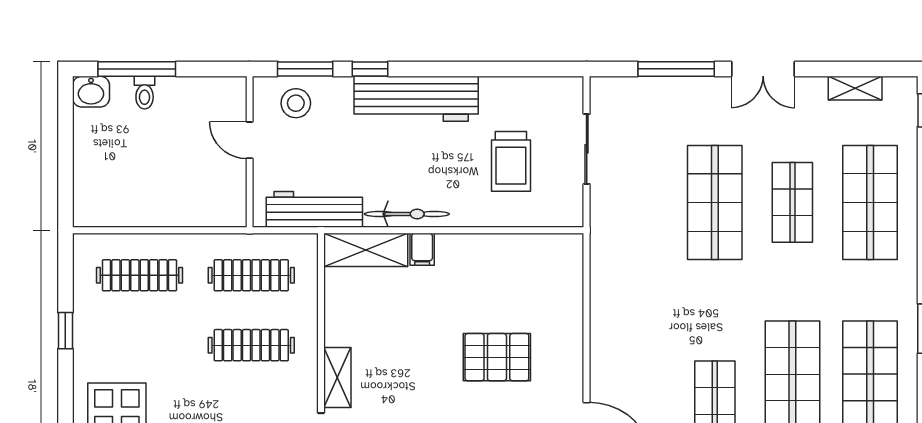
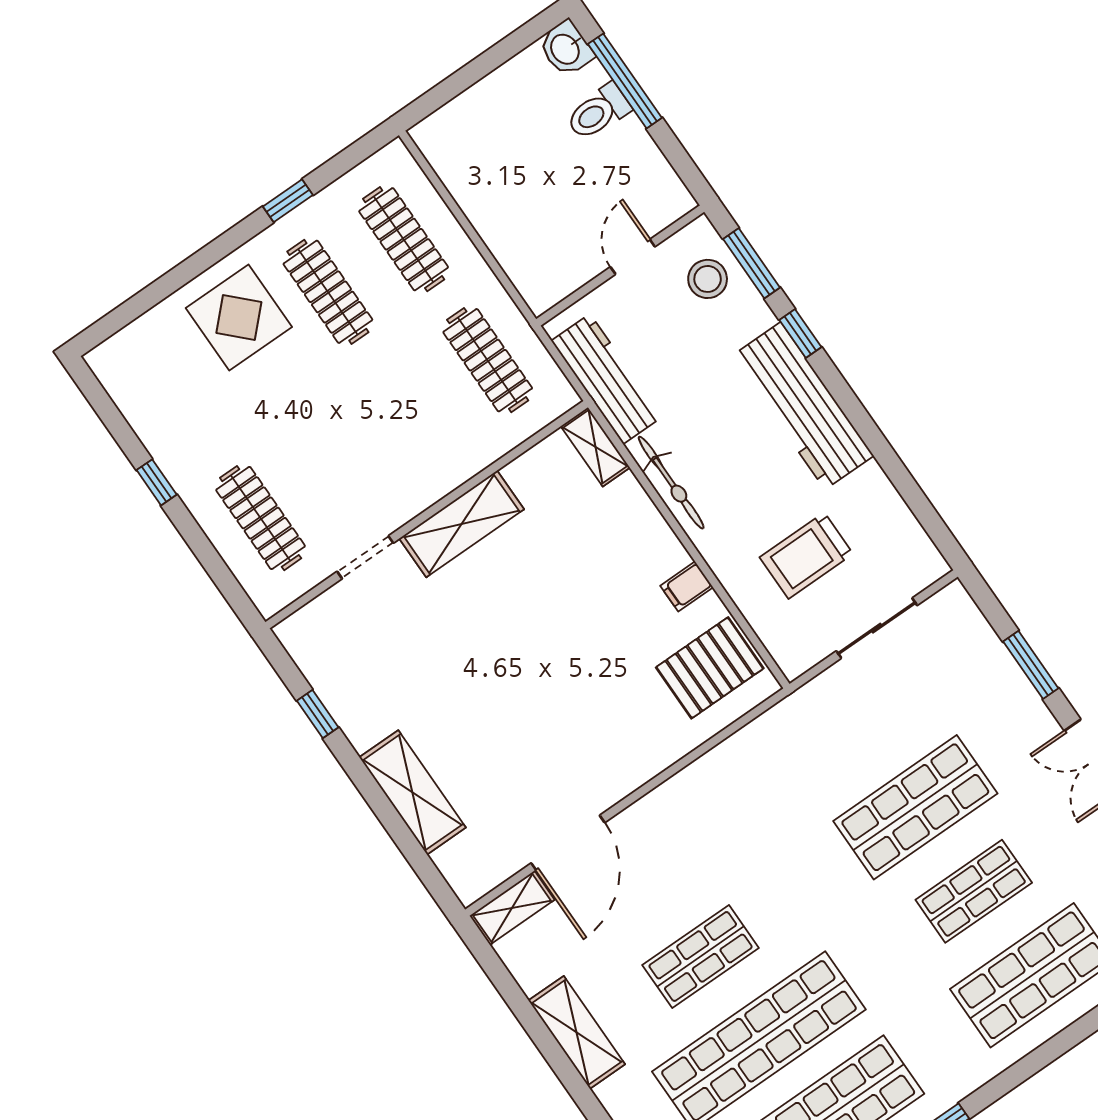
window: (676, 69) -> (1031, 665), width x0.69
toilet: (145, 93) -> (598, 112), width x1.37, depth x1.39
filing cabinet: (422, 249) -> (687, 586), moved
shelving: (366, 250) -> (595, 447), width x0.67, depth x0.75
clothes rail: (251, 345) -> (328, 292), moved
pallet: (497, 357) -> (710, 668), moved, turned 90
shelving: (337, 377) -> (462, 524), width x1.50, depth x1.33

